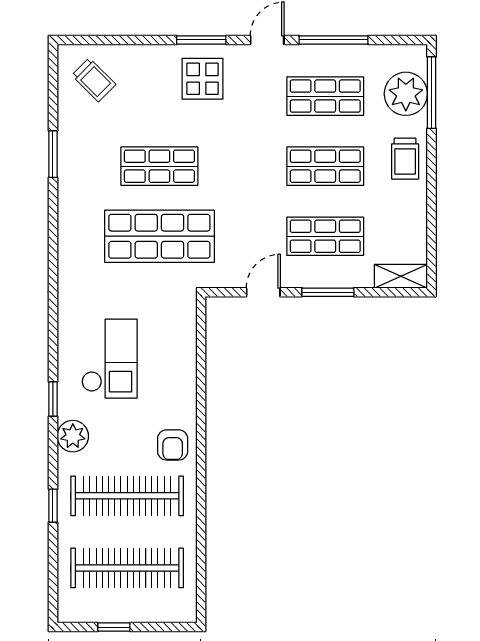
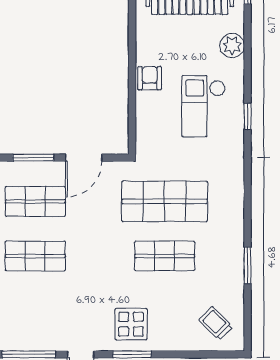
shop shelf: (325, 96) -> (35, 311), removed
door: (263, 292) -> (84, 158), width x1.38
window: (53, 399) -> (248, 117), moved
armchair: (173, 445) -> (150, 78), moved

